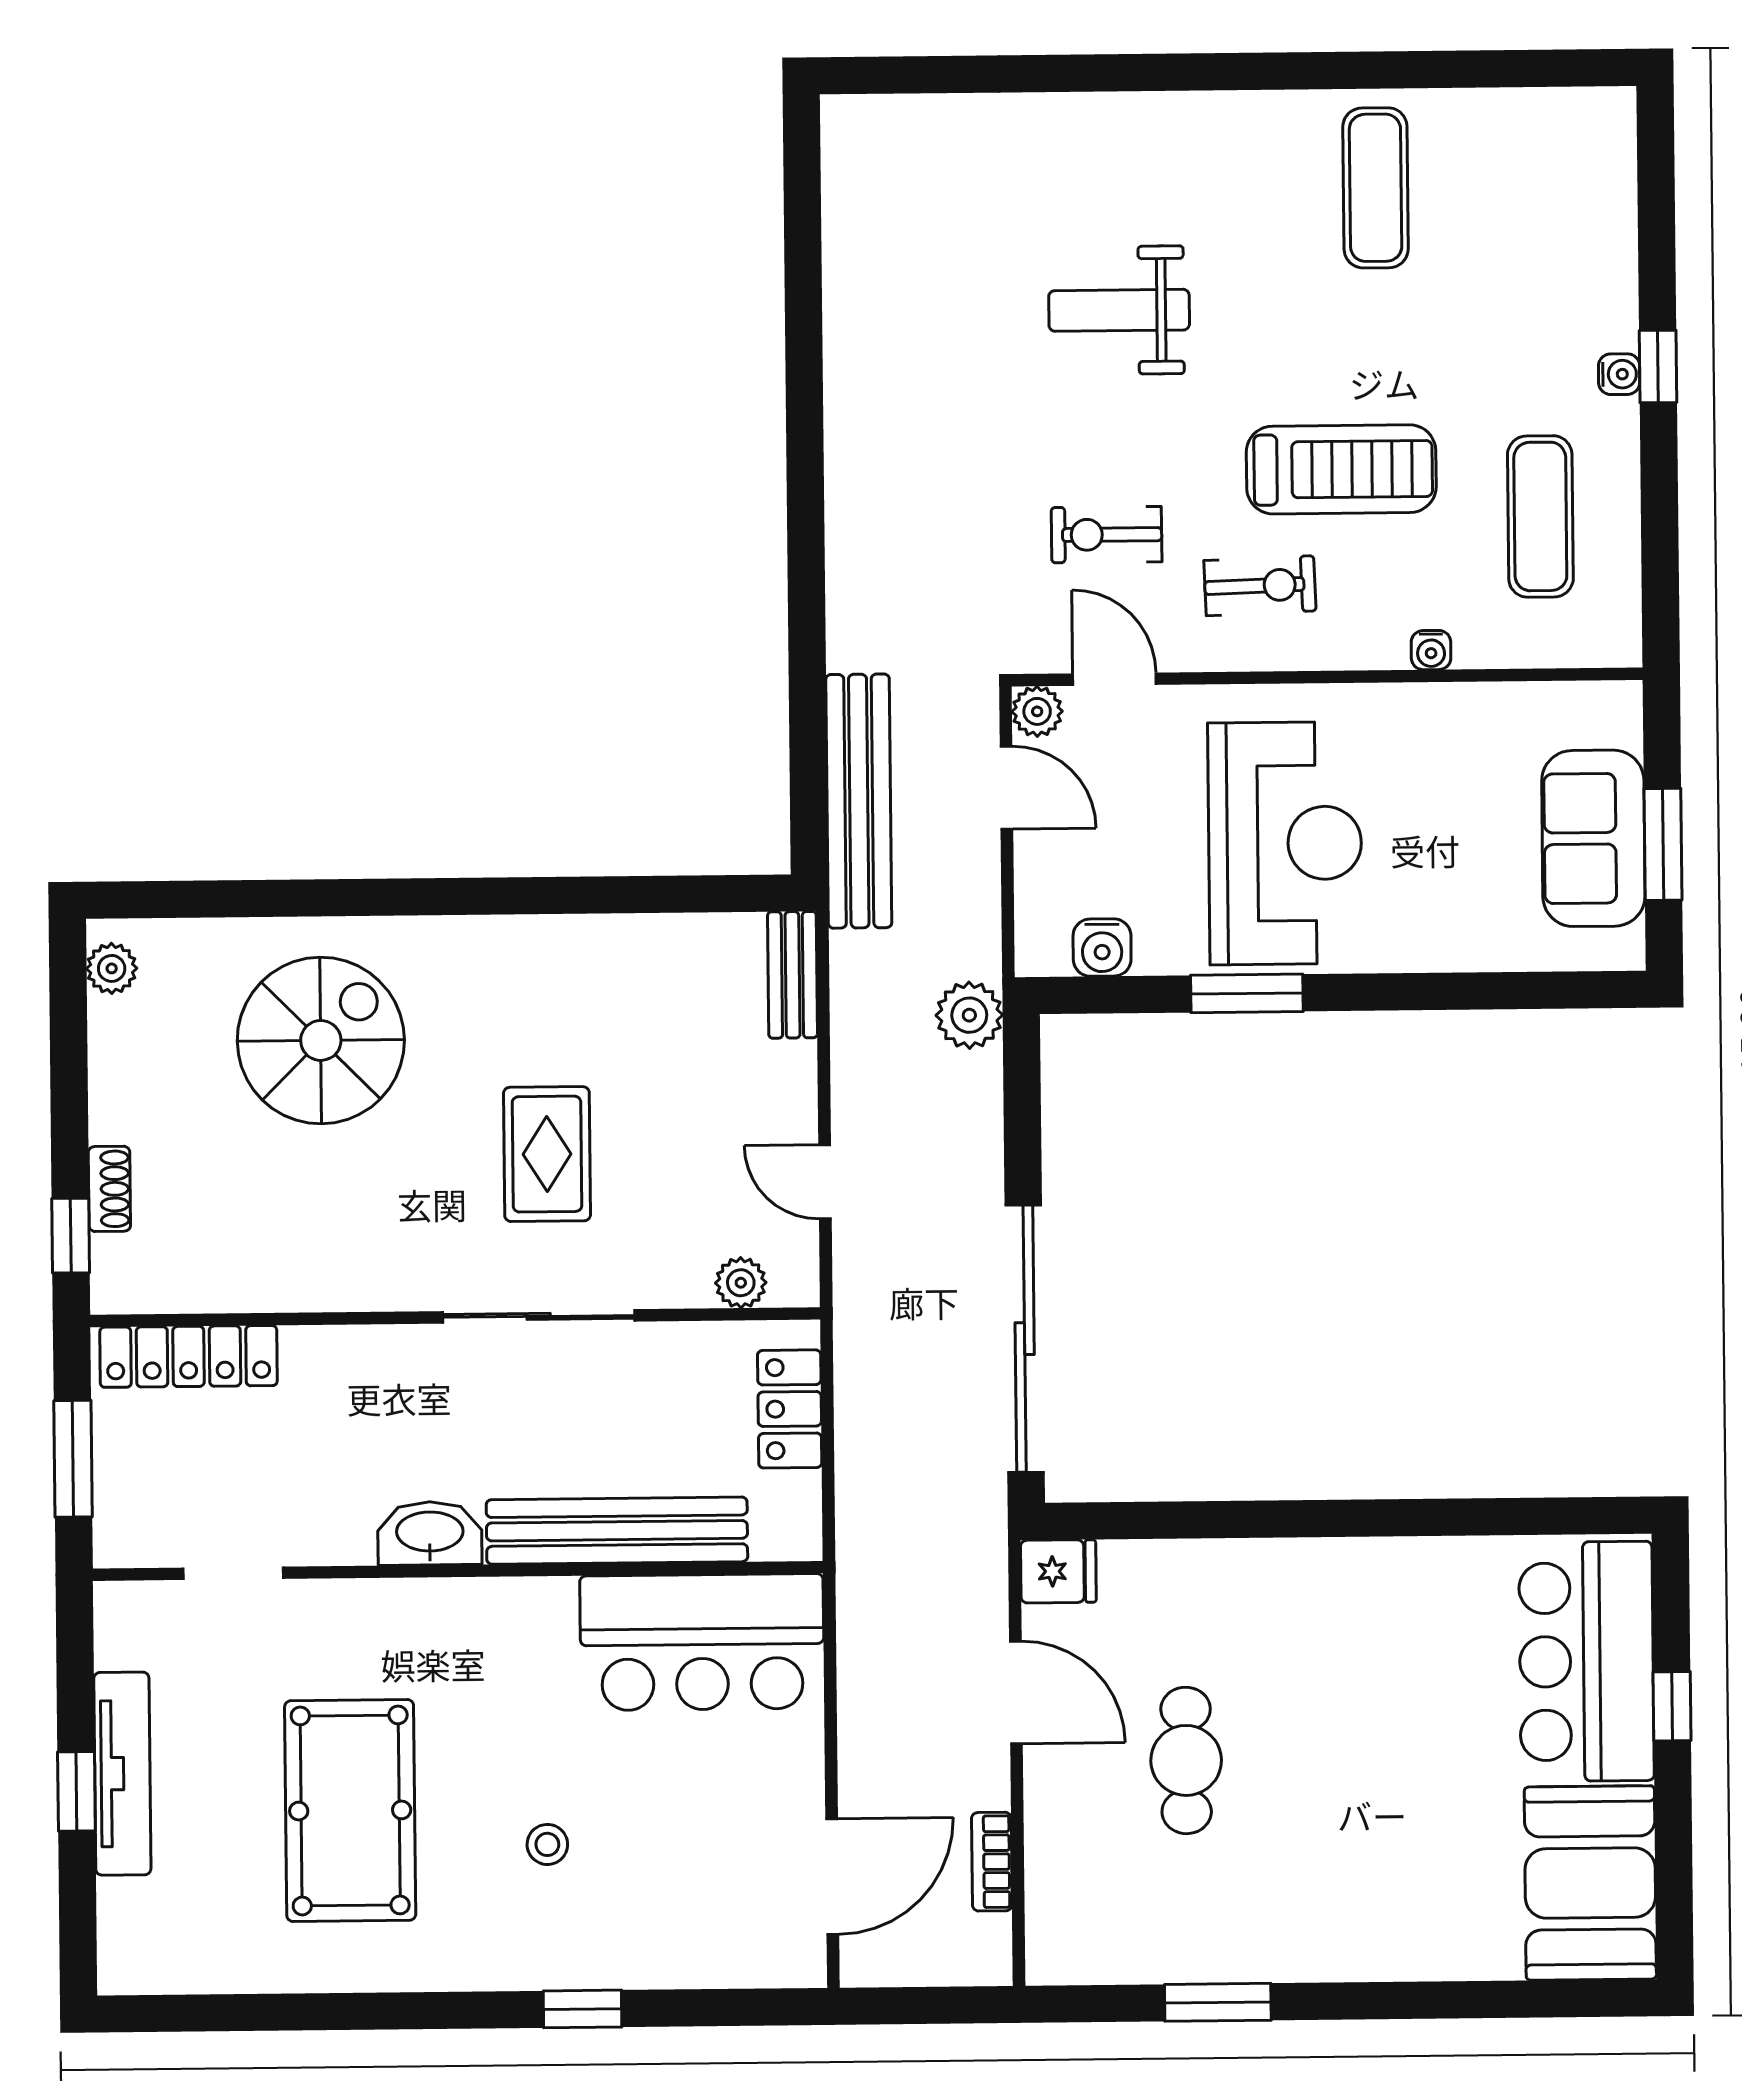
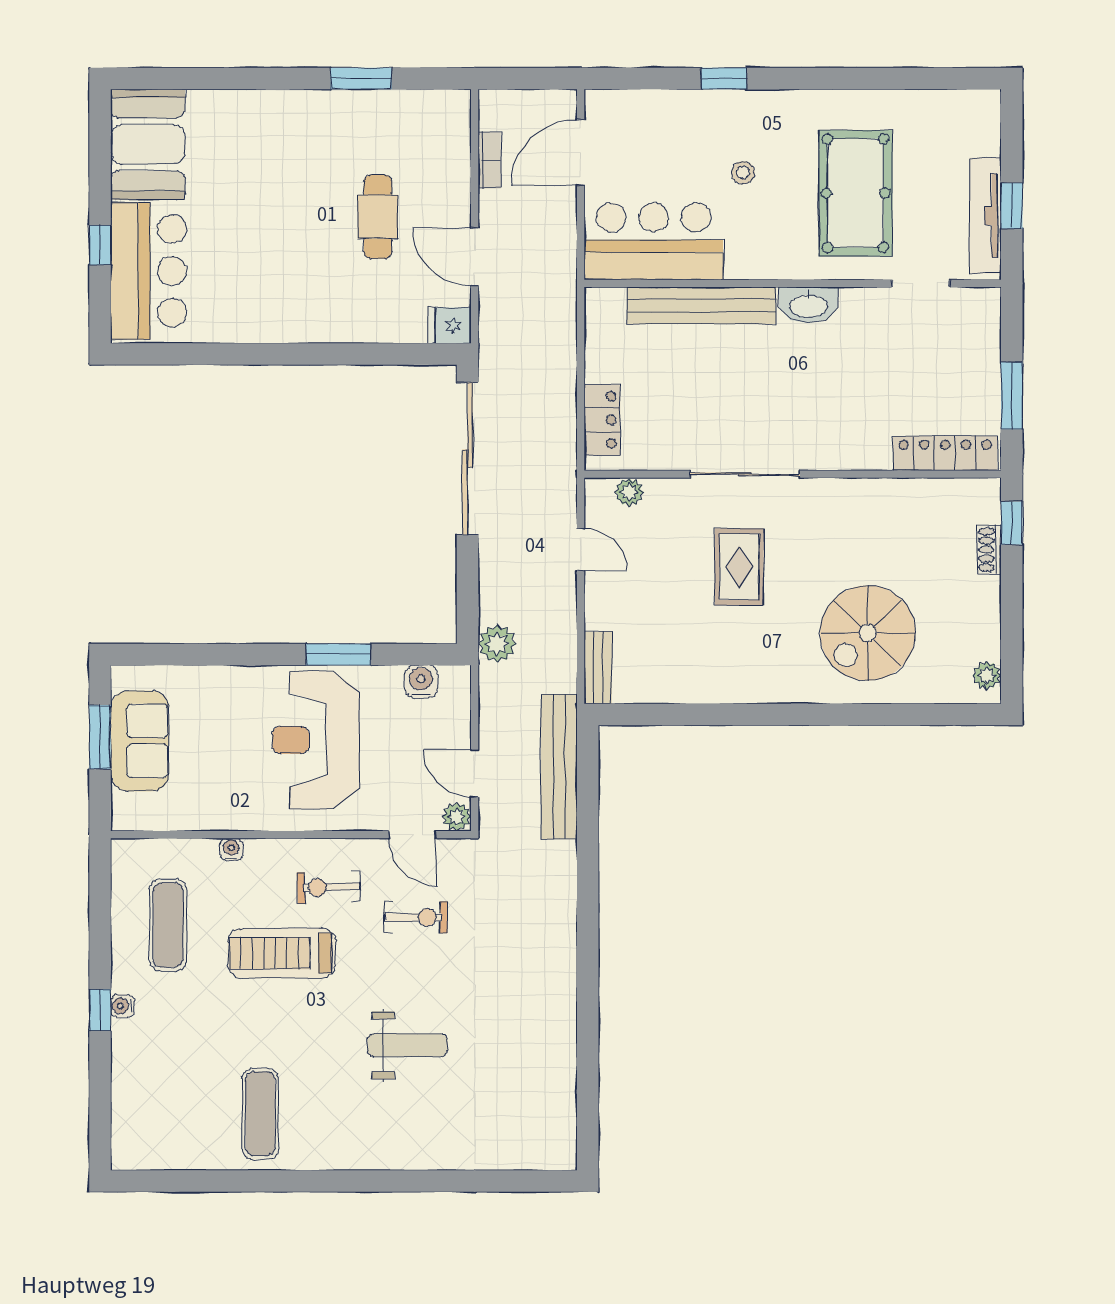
bench: (617, 1531) -> (702, 305), moved
washbasin: (430, 1533) -> (808, 305), moved
wall: (458, 1571) -> (793, 283), moved
doorway: (233, 1573) -> (921, 283), moved
bar counter: (702, 1642) -> (654, 241), moved

